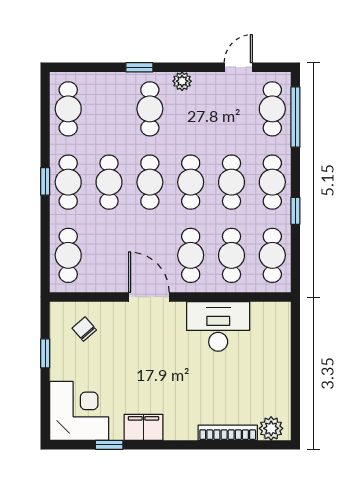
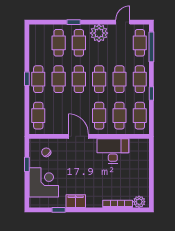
plant: (182, 81) -> (99, 33), width x1.88, depth x1.88
cafe table: (68, 109) -> (59, 43), moved
corner desk: (79, 411) -> (44, 182), moved

